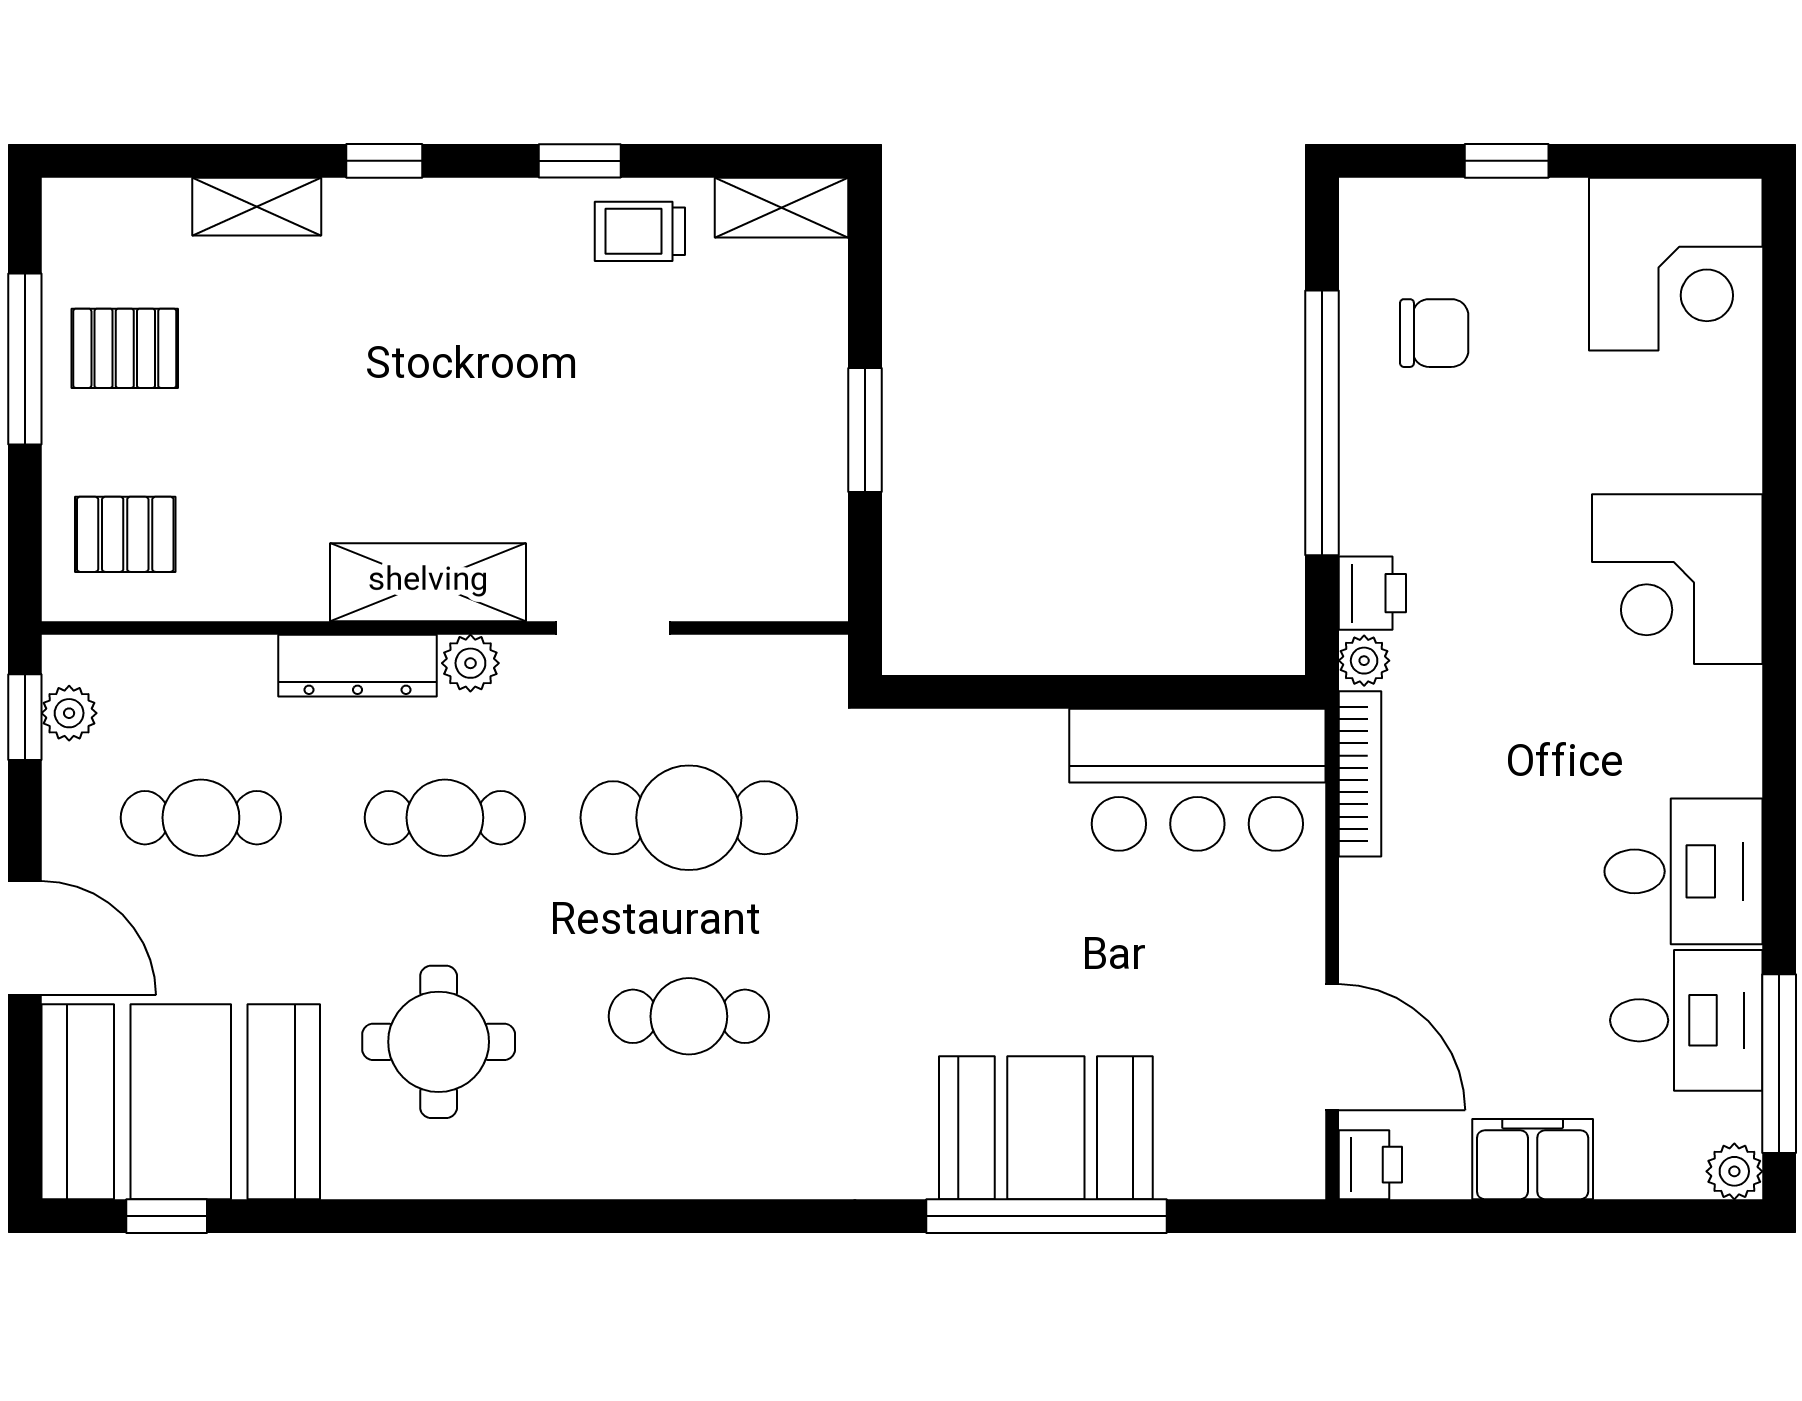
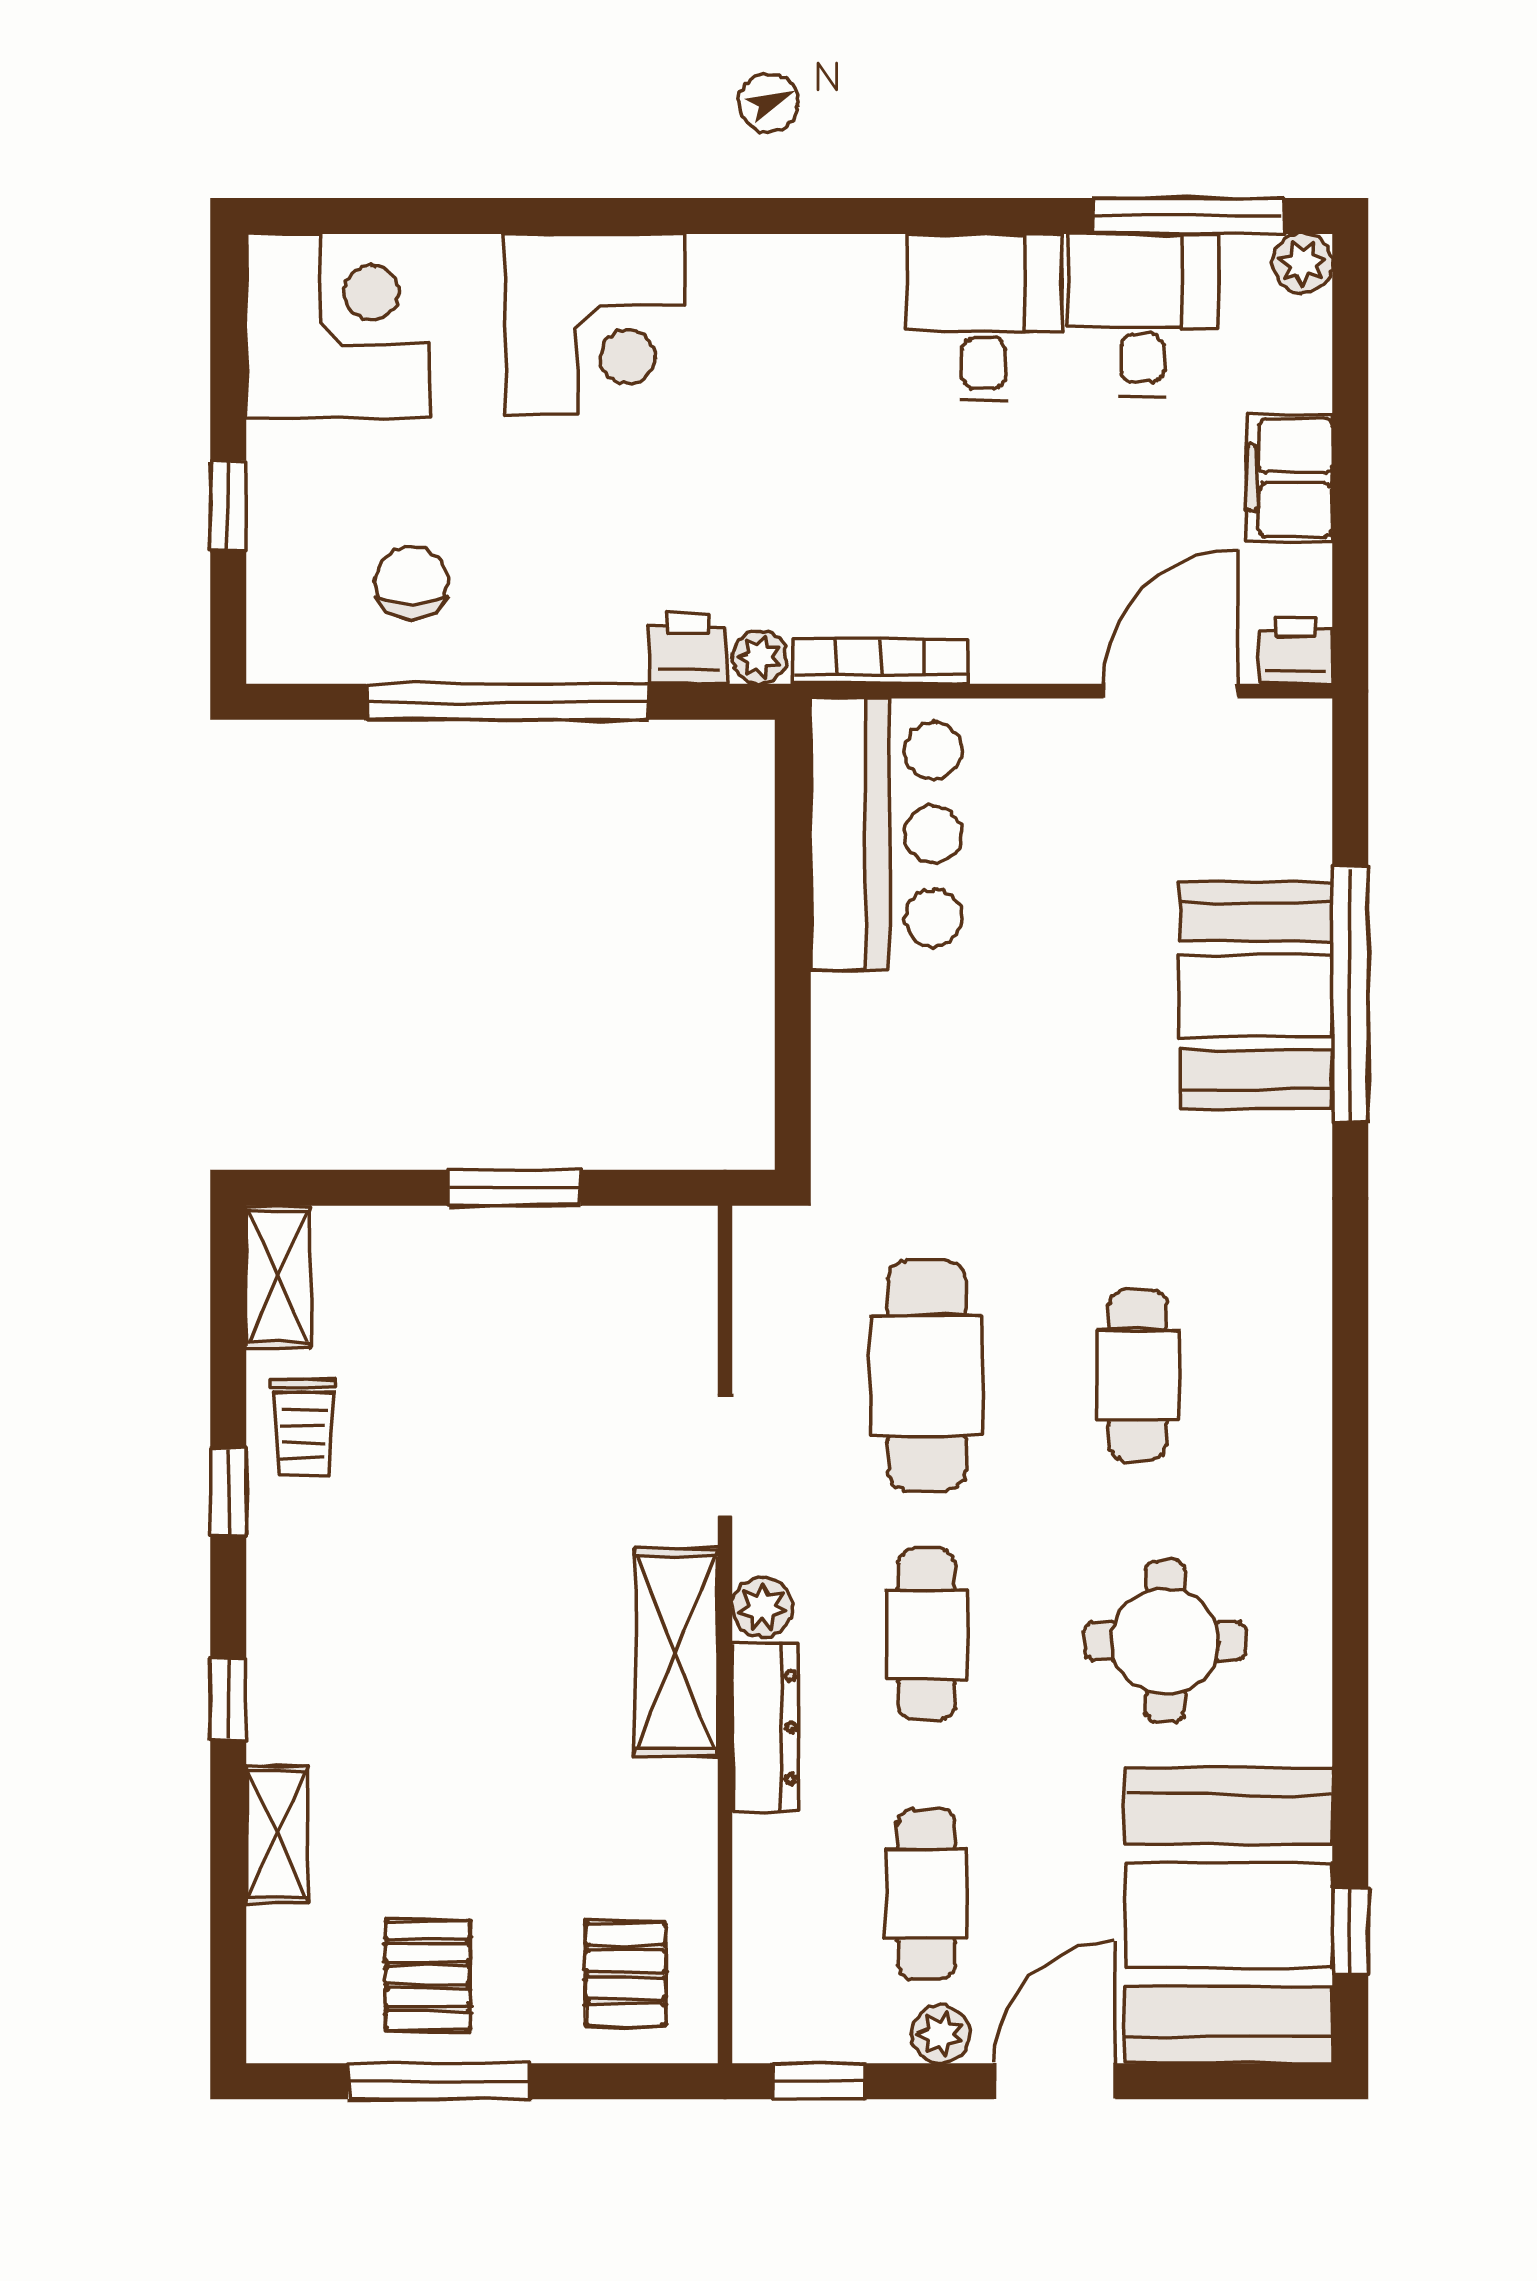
corner desk: (1677, 579) -> (595, 324), moved
plant: (69, 713) -> (941, 2034), moved

